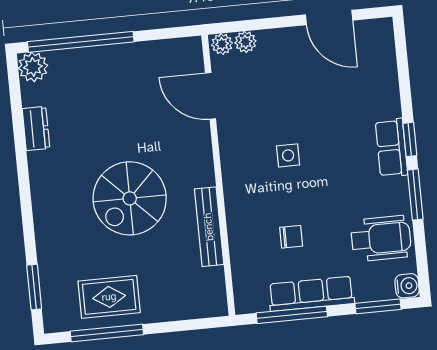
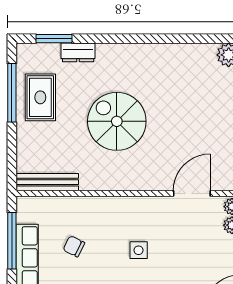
dresser: (36, 128) -> (78, 52), moved
bench: (209, 227) -> (47, 182), moved
chair: (291, 237) -> (74, 246), turned 116

